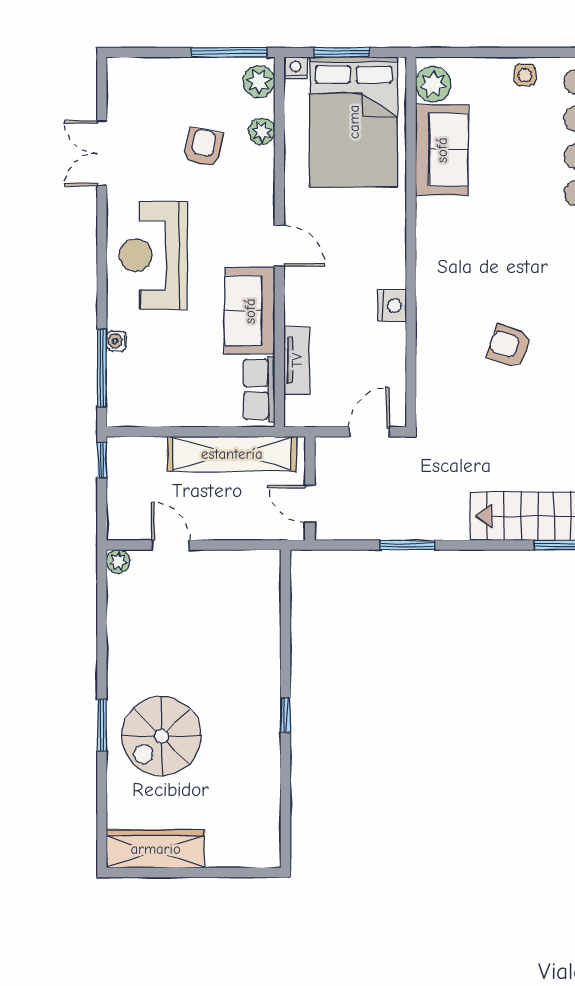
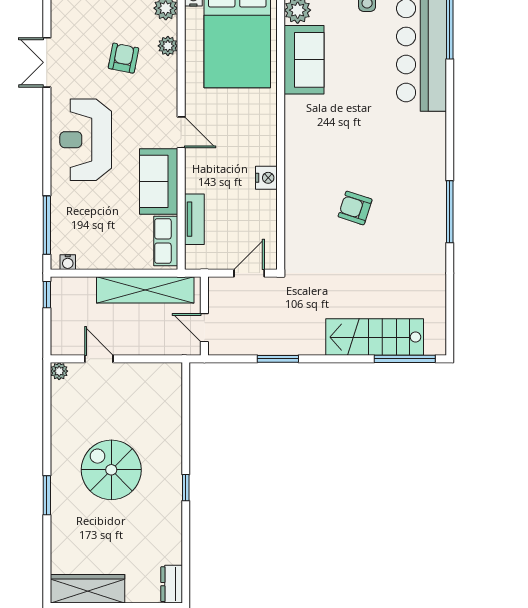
water cooler: (117, 341) -> (68, 262), moved, turned -90
spiral stairs: (161, 736) -> (111, 470), moved, turned 90
dresser: (267, 843) -> (172, 584), added

